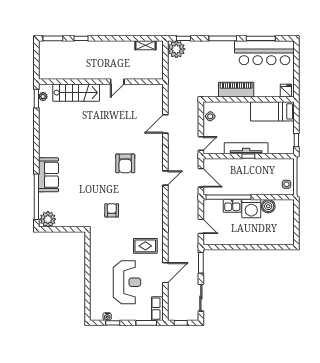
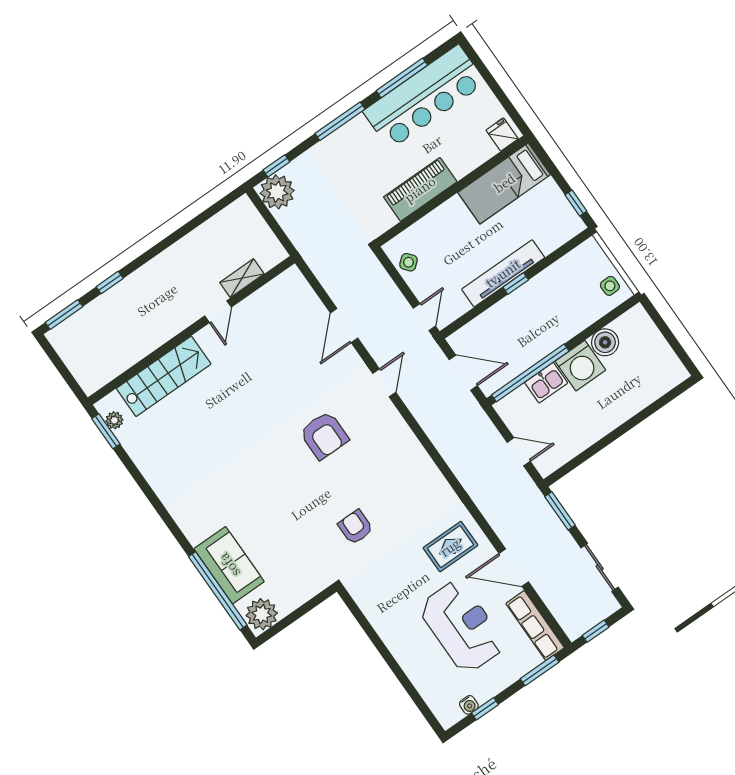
shelving: (146, 45) -> (242, 278), moved
sofa: (48, 175) -> (229, 565), moved
door: (165, 178) -> (384, 383), moved
door: (165, 273) -> (514, 568), swing flipped
row of seats: (157, 309) -> (535, 626), width x1.48

